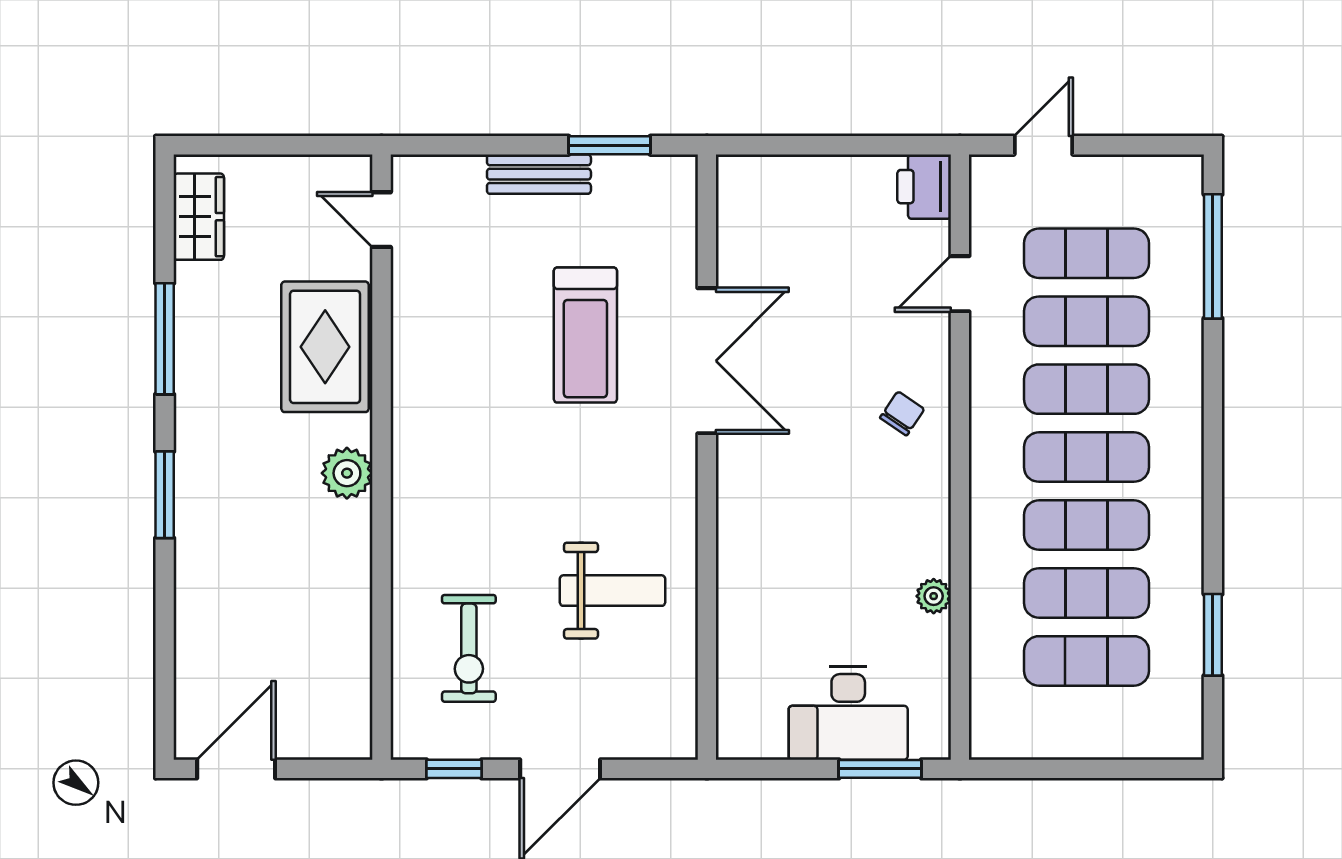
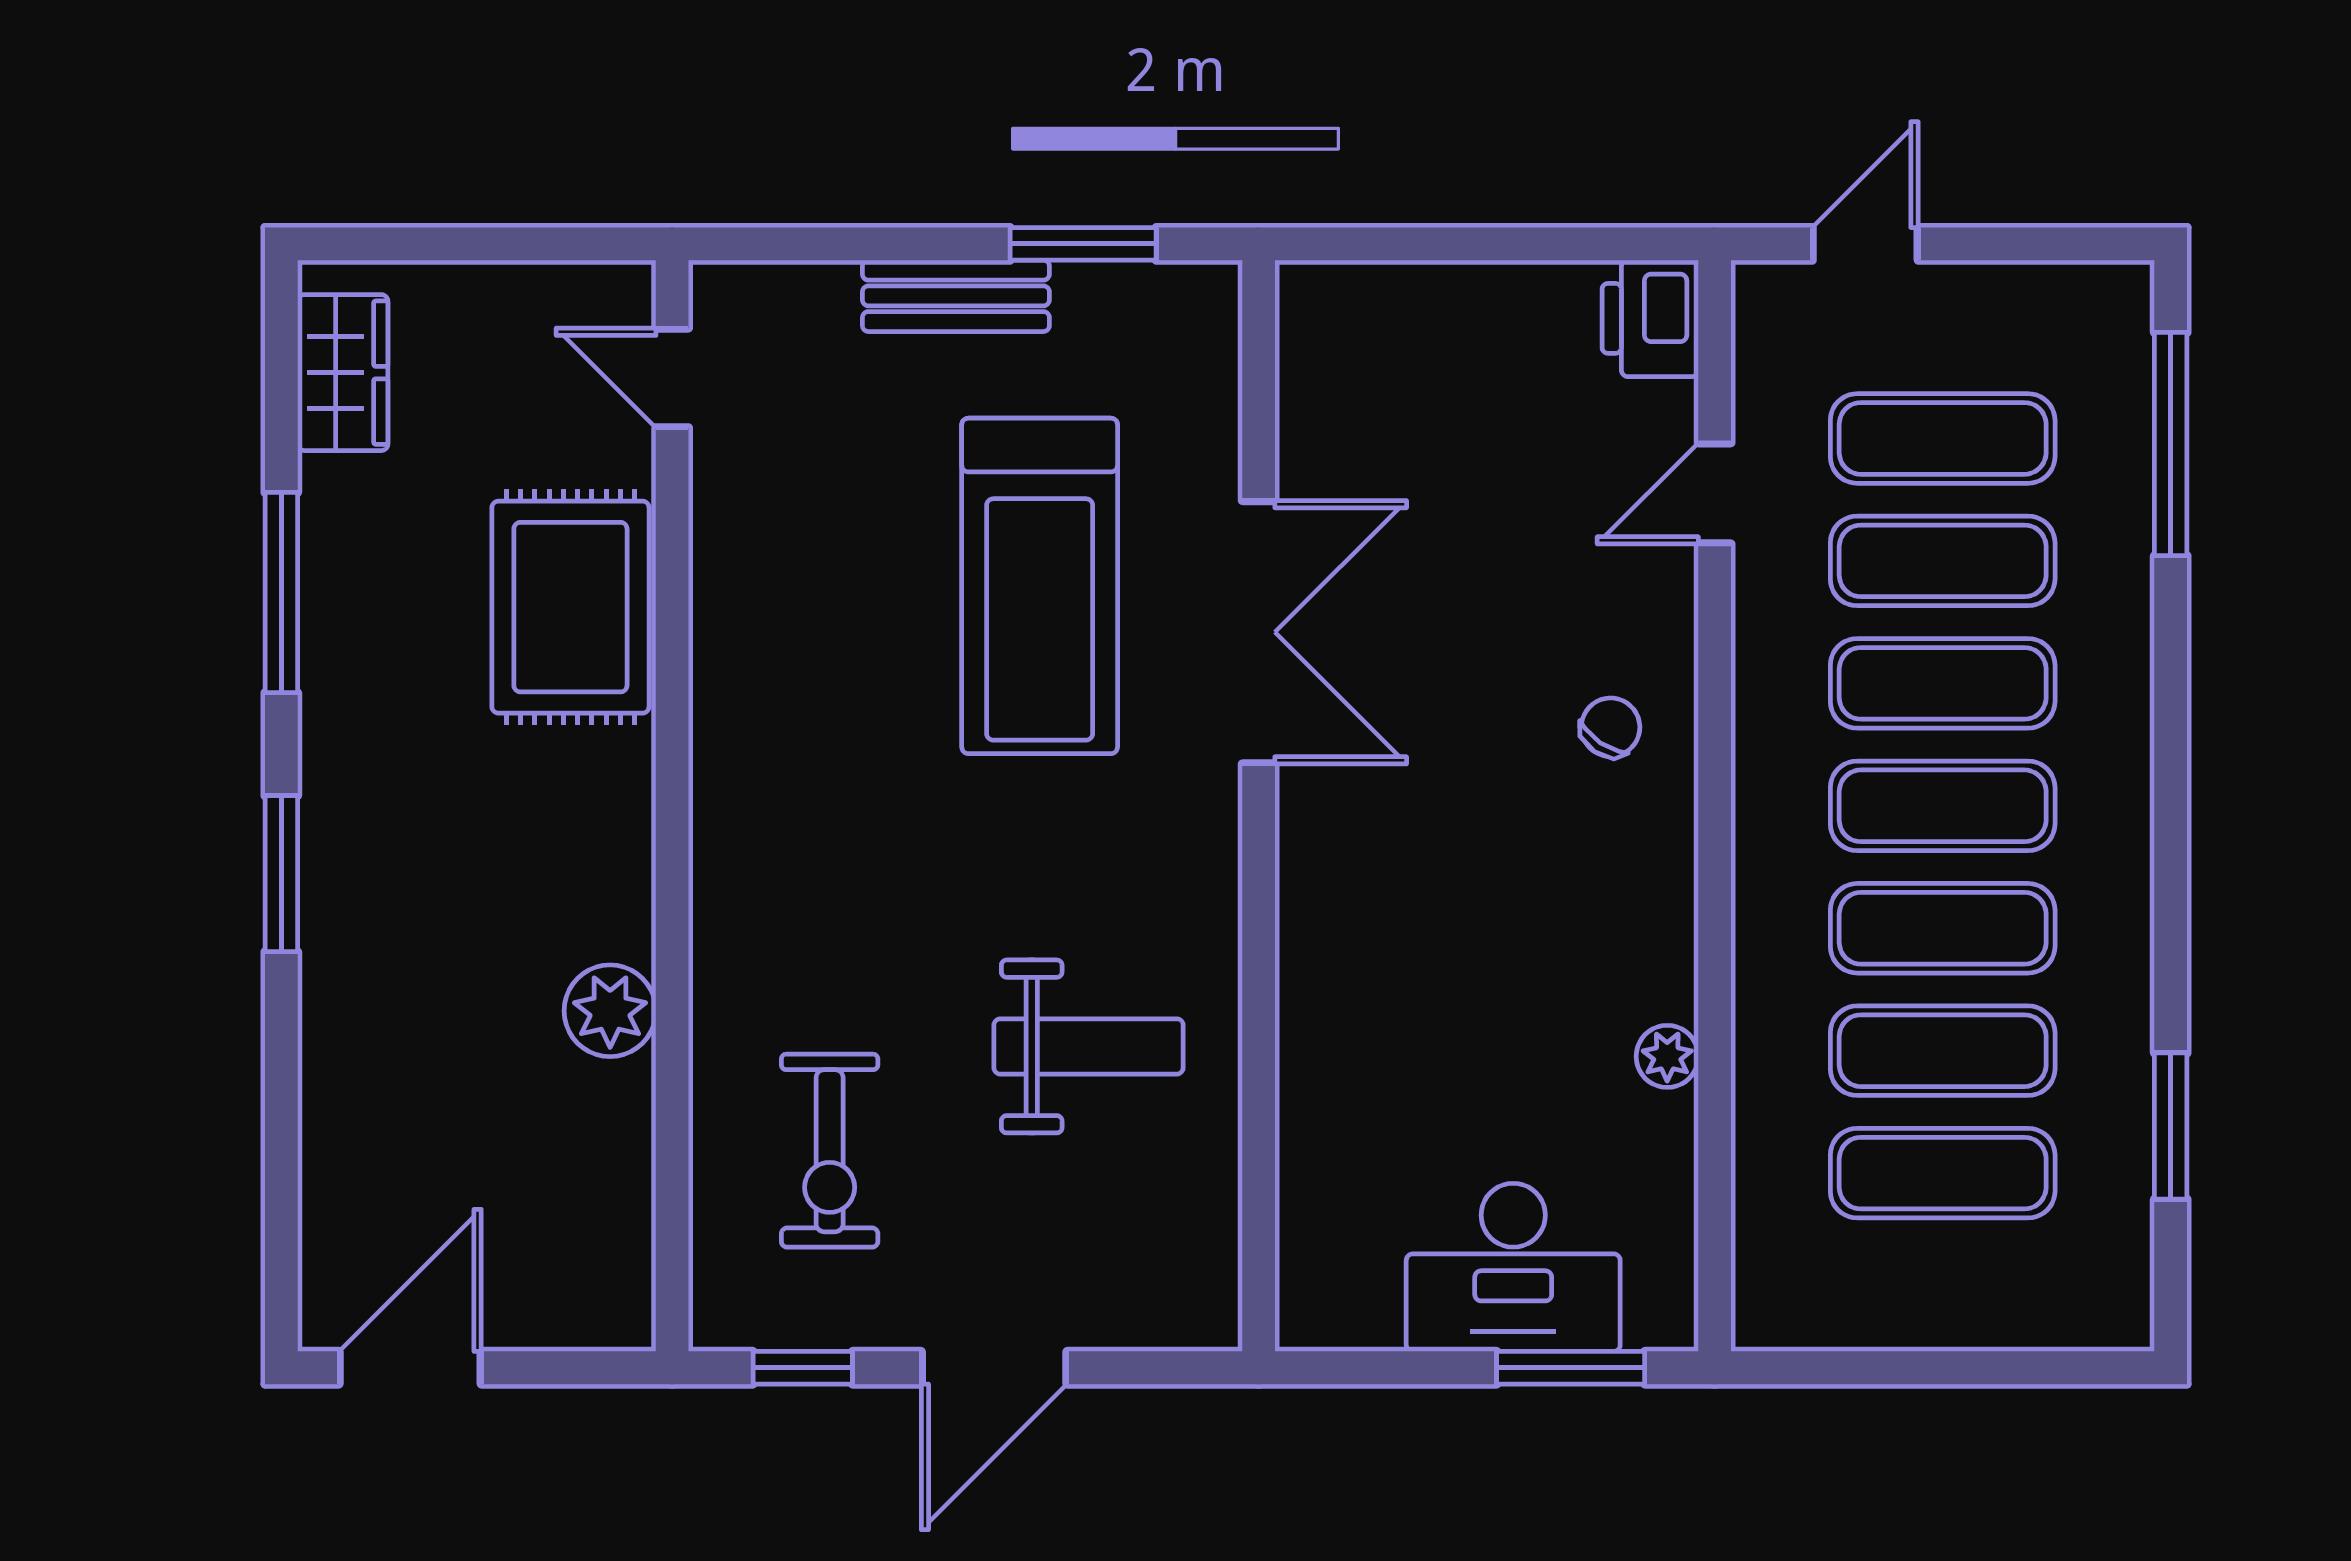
treadmill: (585, 335) -> (1040, 586), width x1.37, depth x1.38
plant: (347, 473) -> (610, 1011), moved

